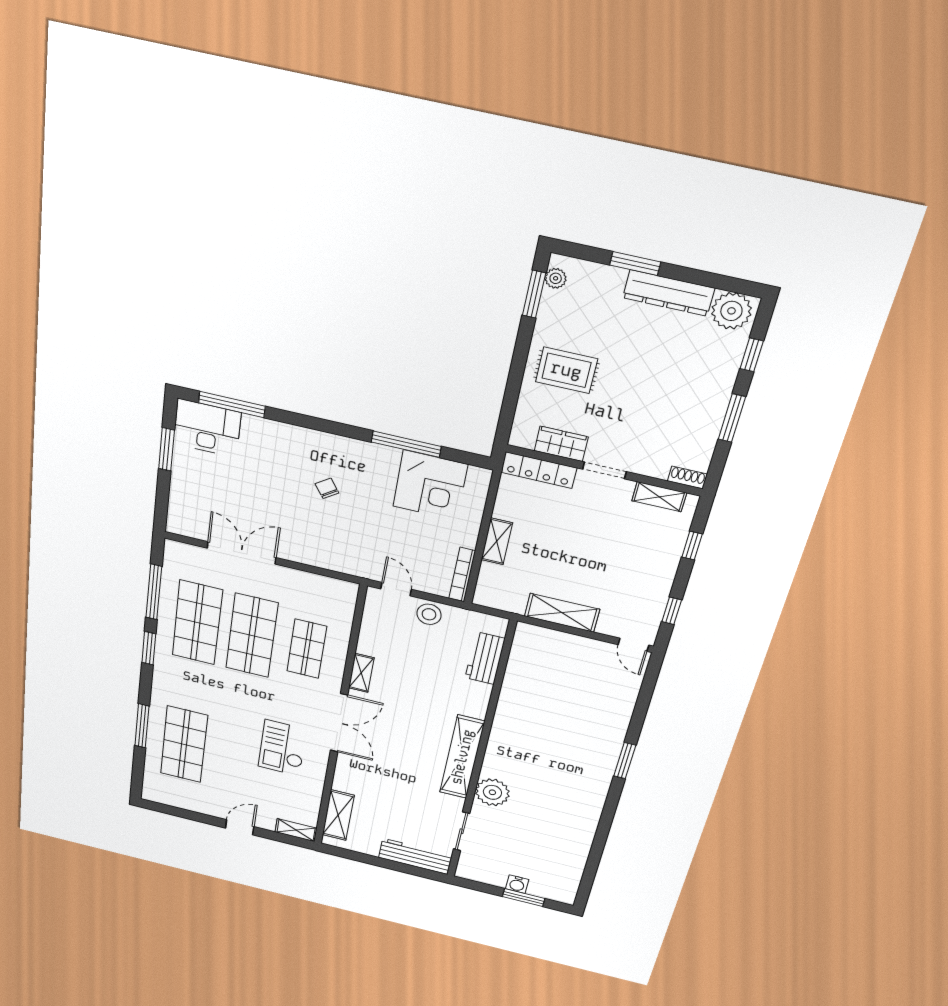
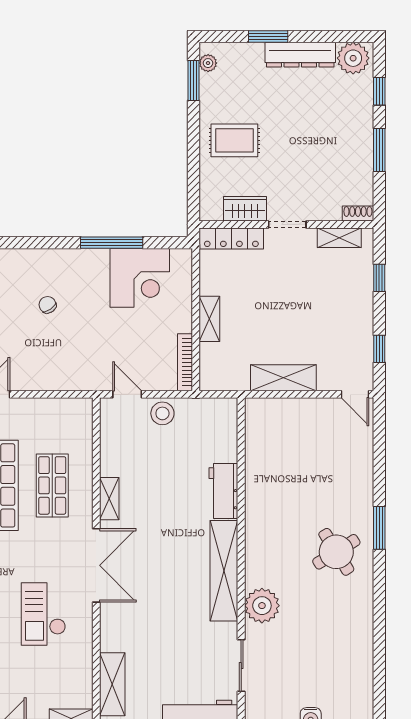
workbench: (485, 658) -> (223, 491), moved
round table: (576, 769) -> (336, 552), added

